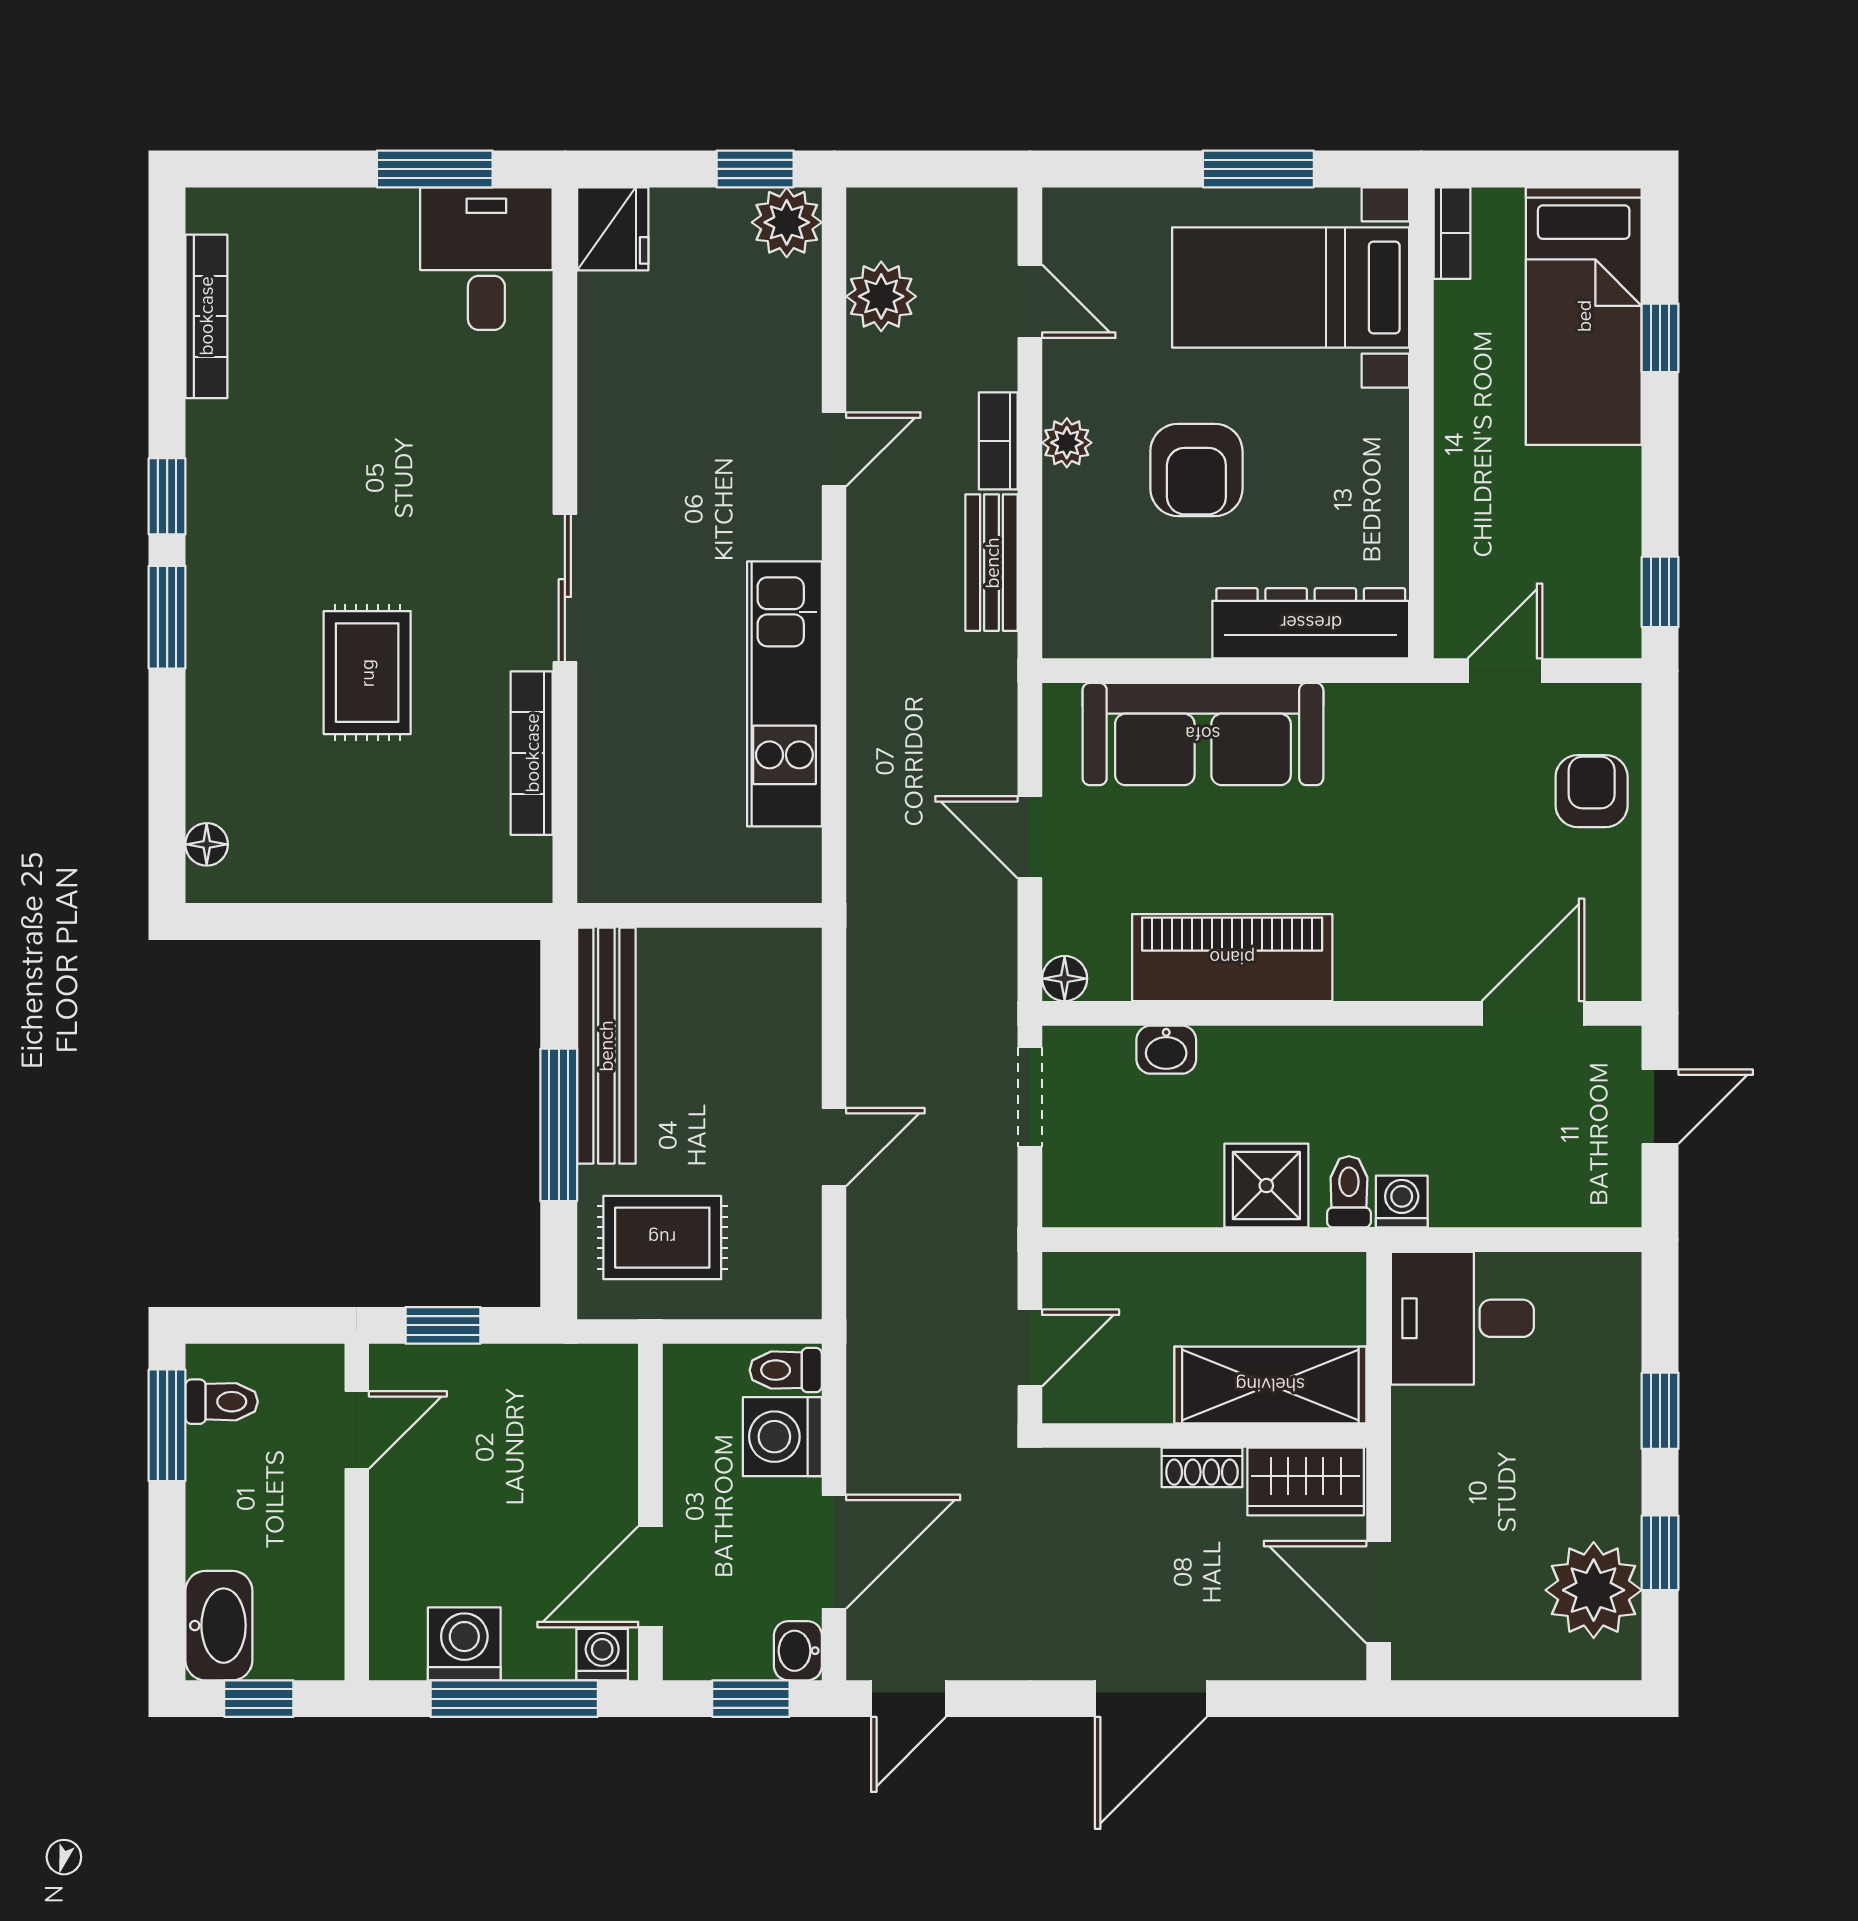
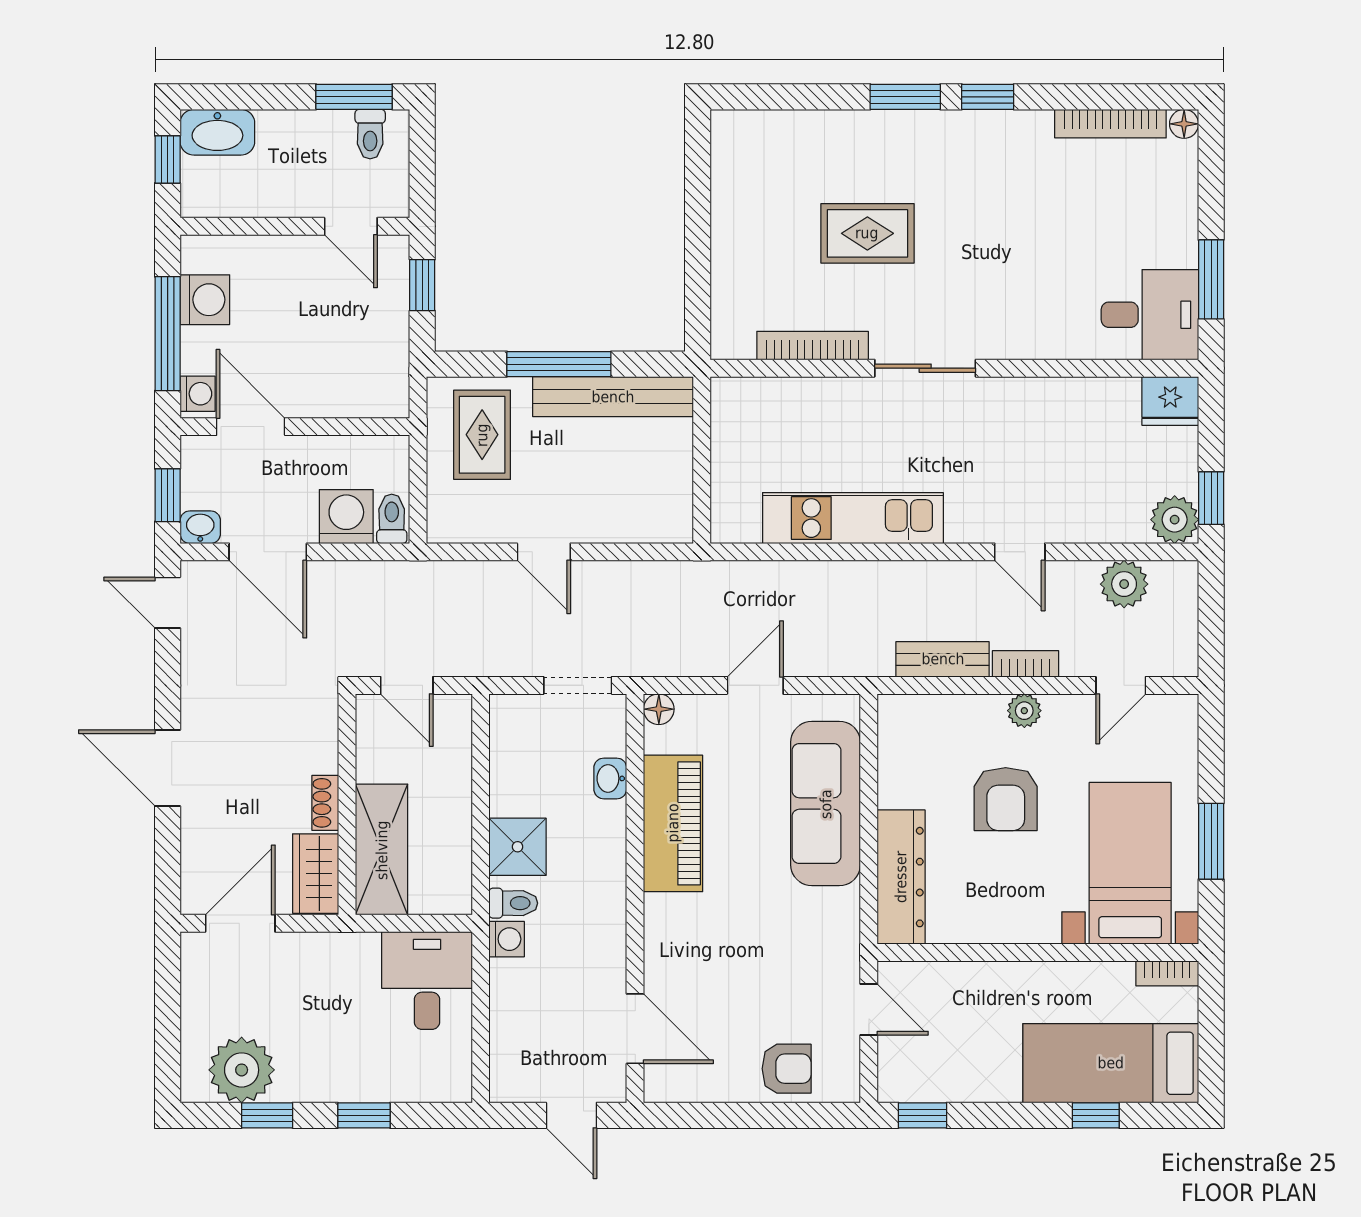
armchair: (1196, 470) -> (1006, 799), turned -90
floor lamp: (207, 844) -> (1184, 124), moved

